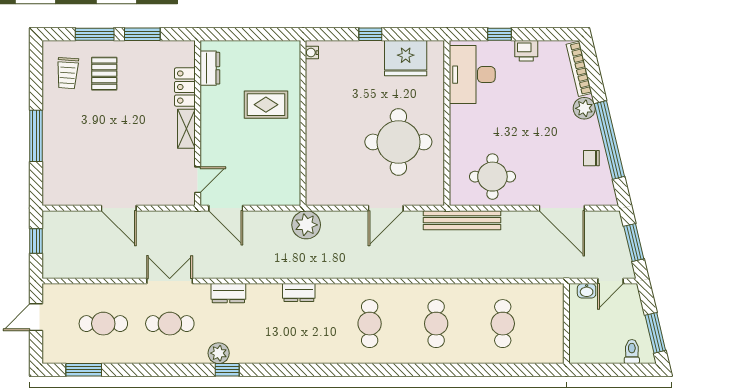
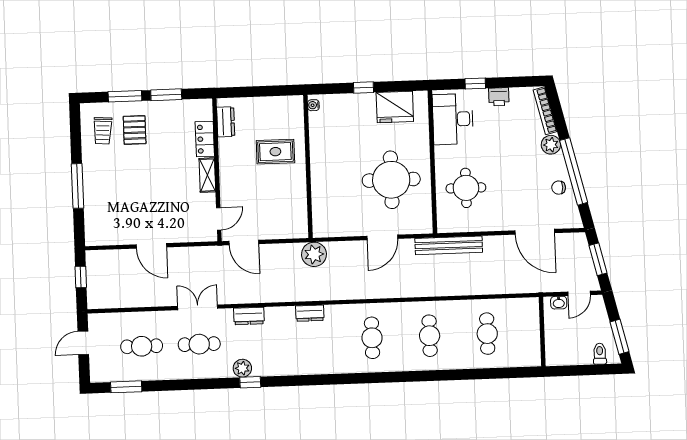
round table: (492, 177) -> (466, 188), moved

